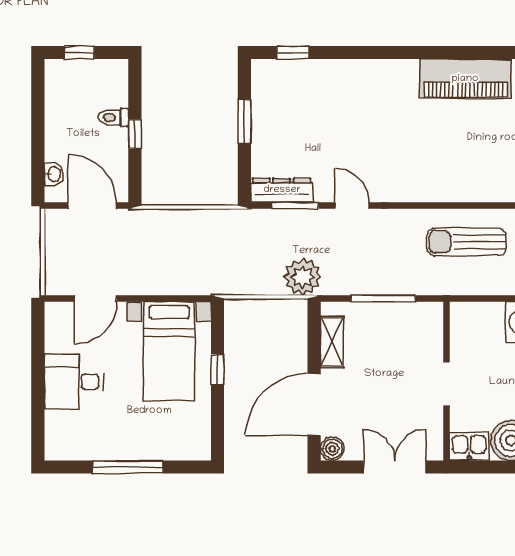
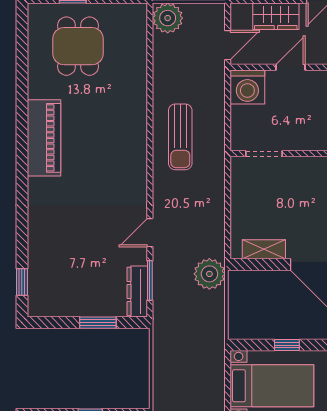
window: (244, 122) -> (98, 323), moved
window: (383, 298) -> (228, 207), removed
doorway: (446, 384) -> (264, 154), moved

